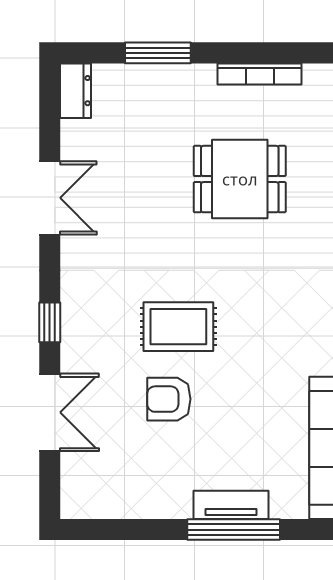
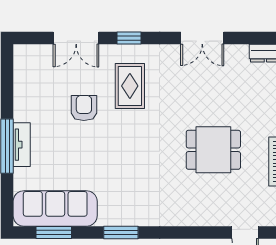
dining table: (240, 179) -> (213, 150), turned 90
rug: (178, 327) -> (130, 86), moved

